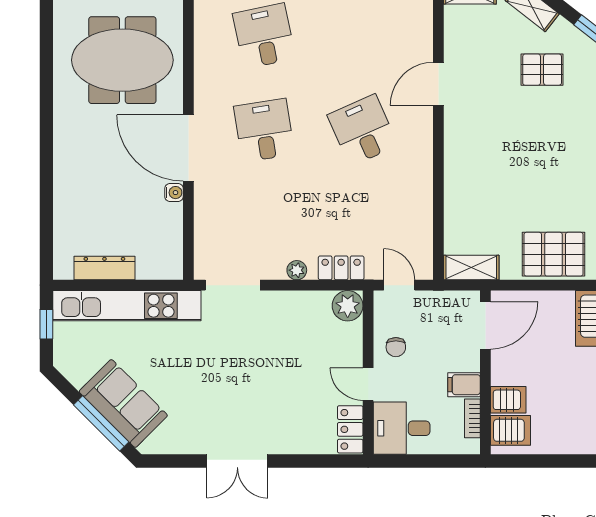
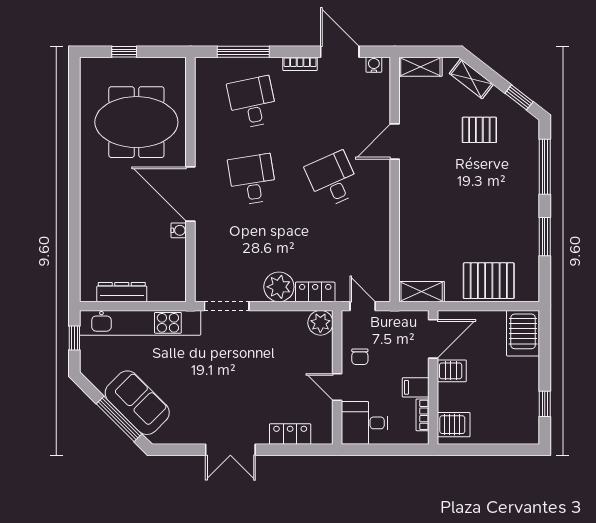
plant: (297, 270) -> (279, 287), width x1.87, depth x1.87
server rack: (508, 400) -> (452, 371), moved
locker: (350, 429) -> (290, 434), moved, turned 90

